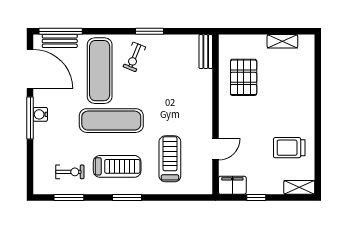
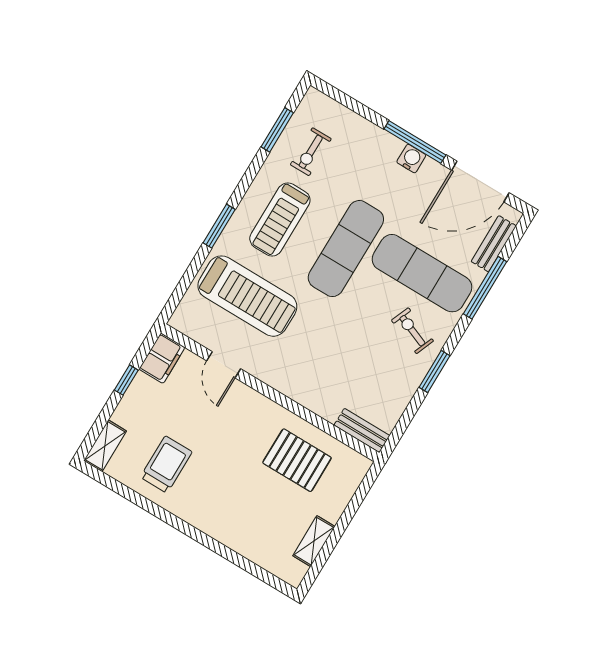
window: (61, 31) -> (485, 288), moved
treadmill: (170, 159) -> (247, 296), width x1.37, depth x1.38
window: (127, 197) -> (219, 226), moved

